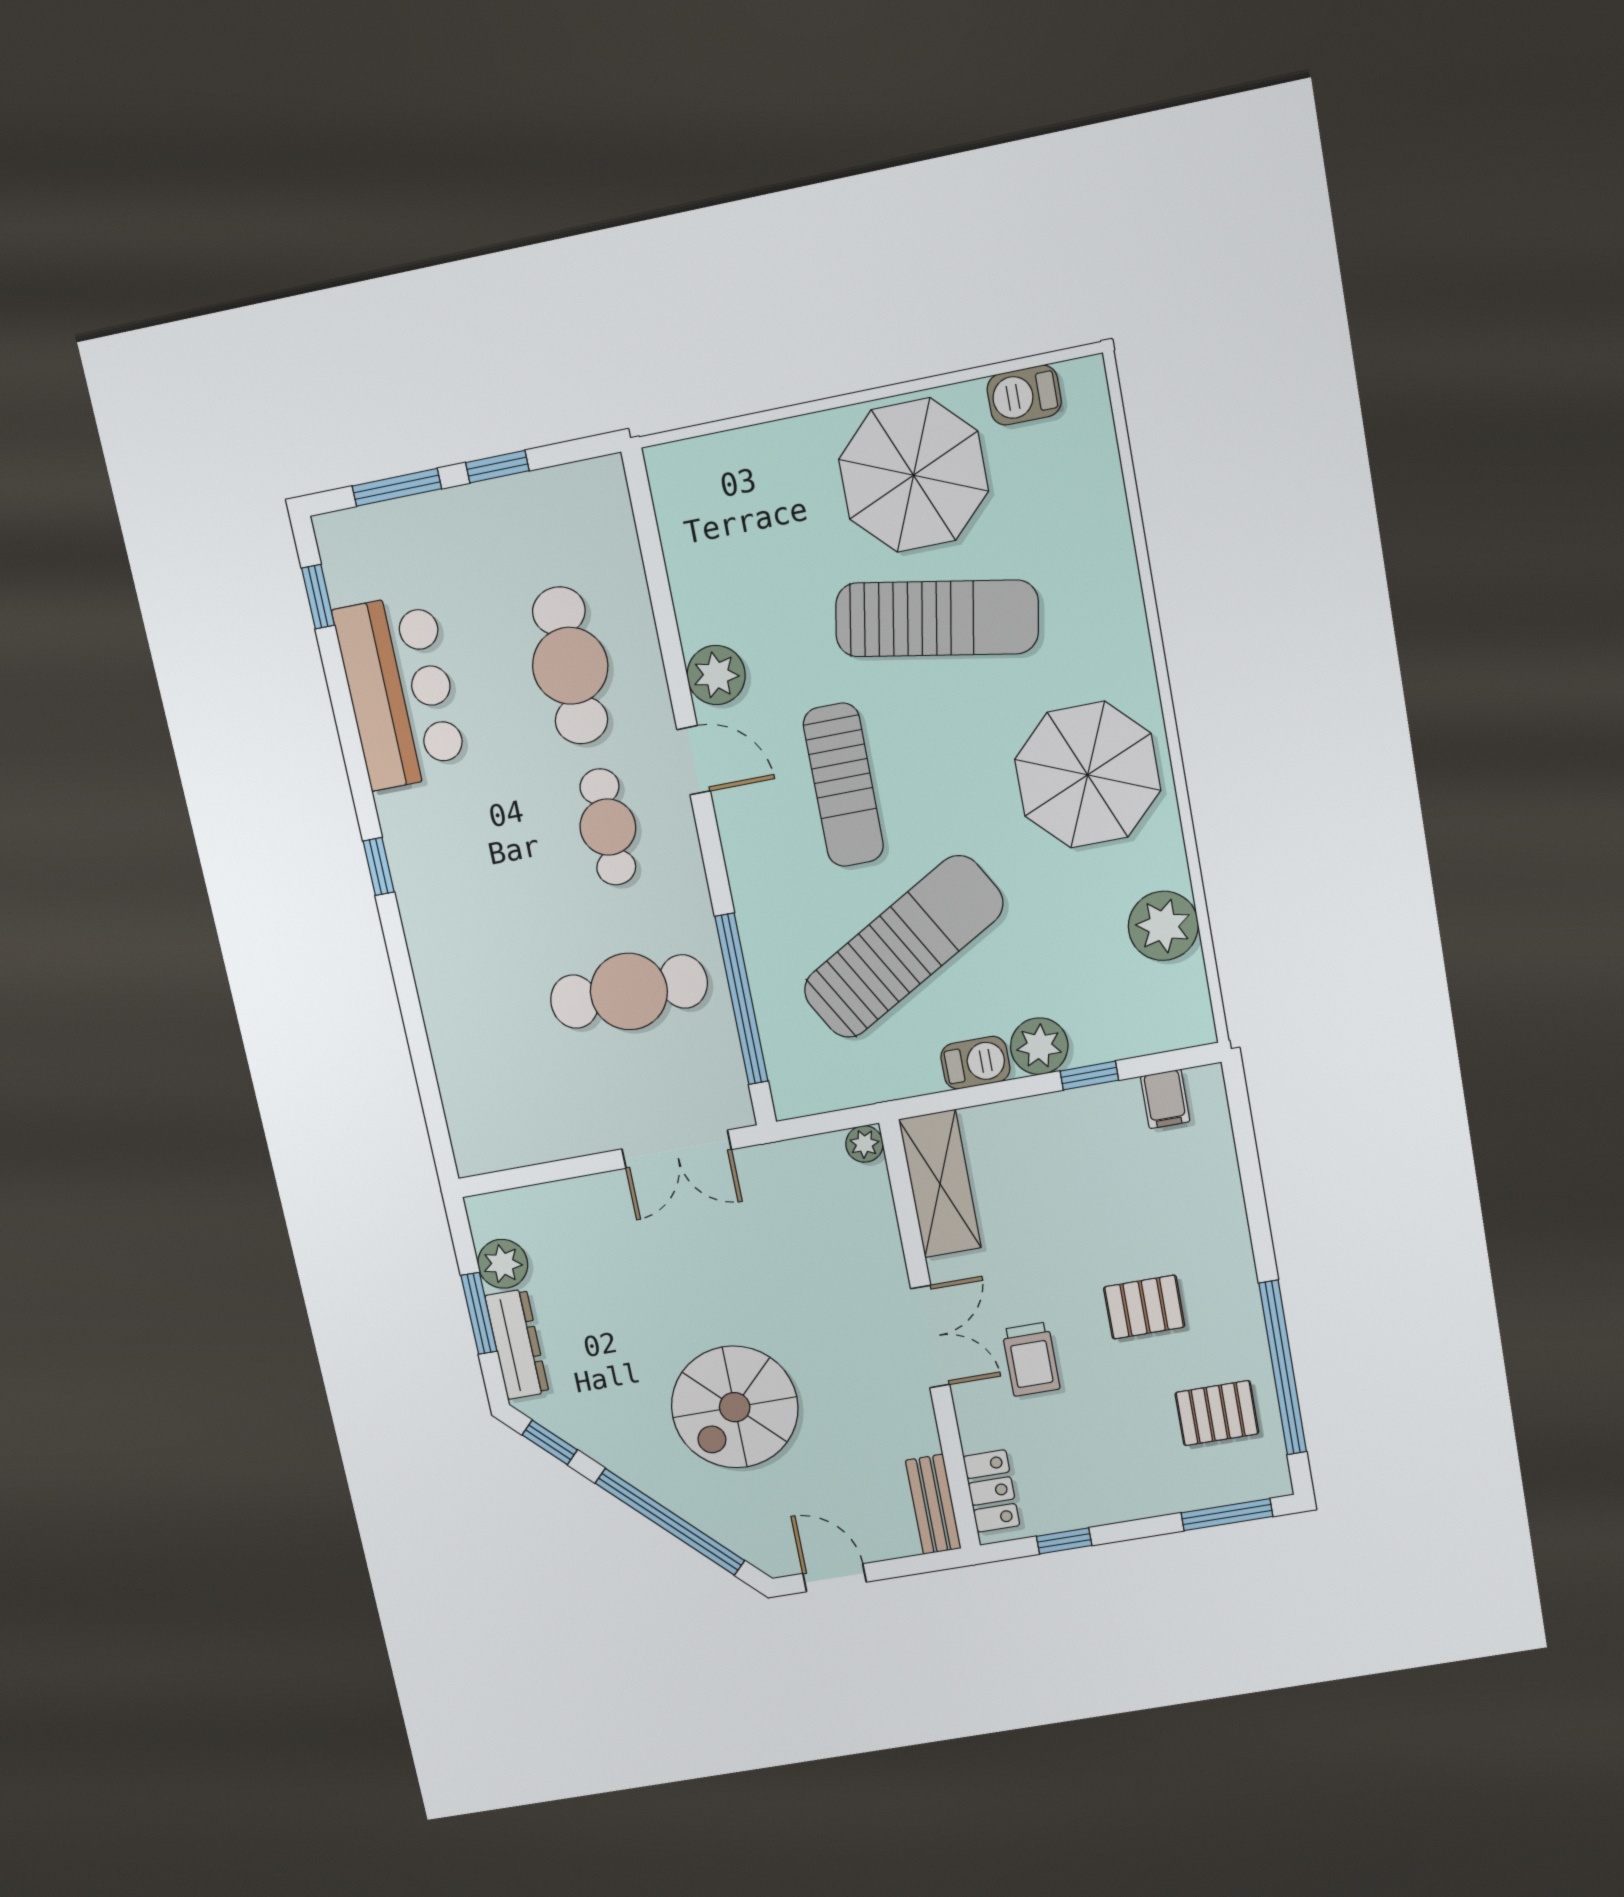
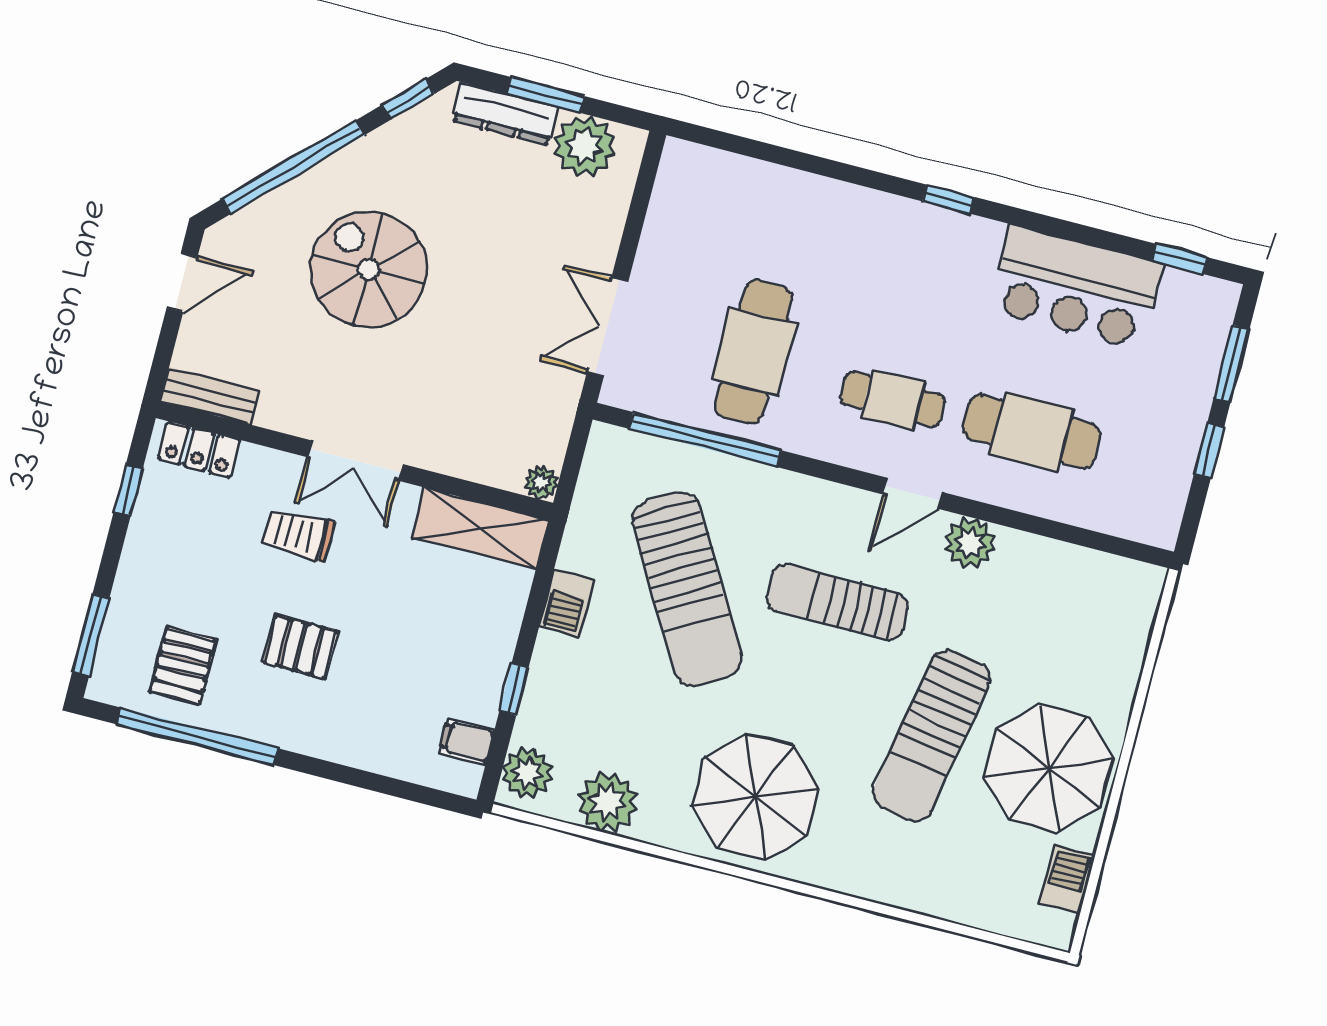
plant: (1039, 1046) -> (527, 773), moved
plant: (503, 1264) -> (584, 146), width x1.36, depth x1.36
pallet: (1144, 1307) -> (301, 647), turned 90

